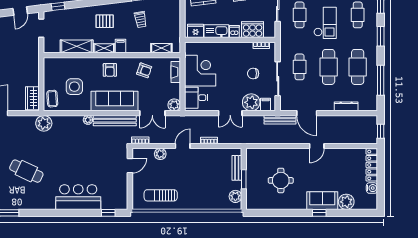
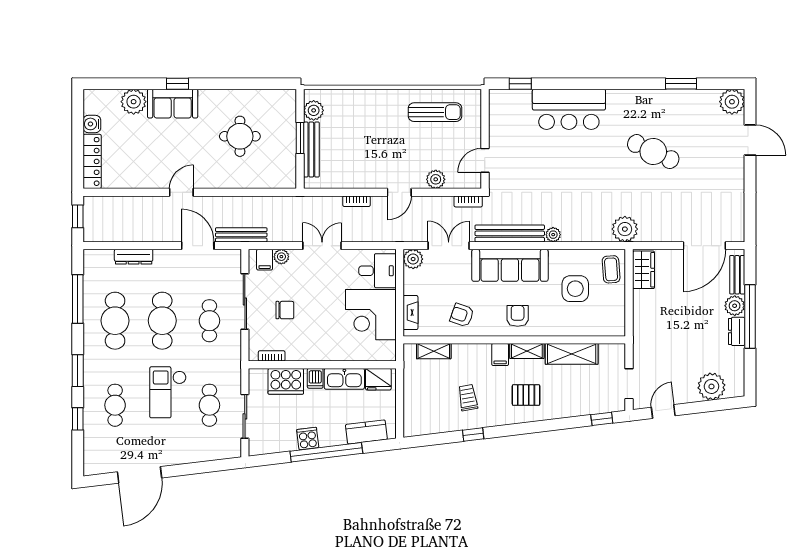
plant: (251, 102) -> (281, 257), width x0.53, depth x0.53
bench: (237, 168) -> (311, 150), width x1.36

